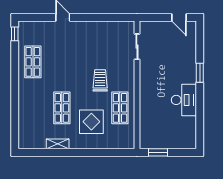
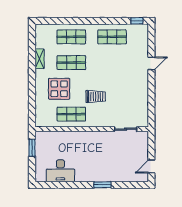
desk: (184, 100) -> (60, 171), moved
shop shelf: (33, 108) -> (71, 37), added

